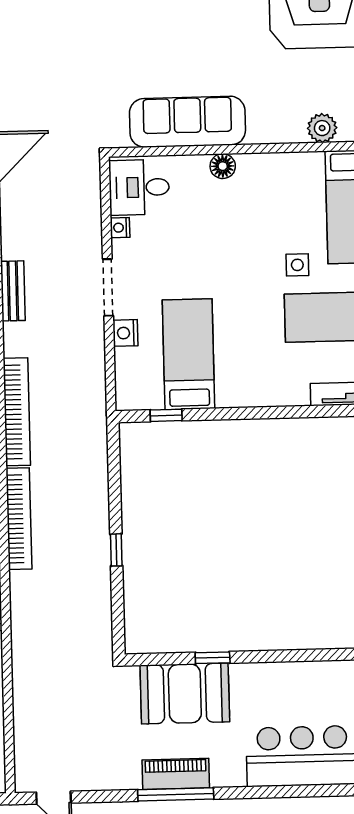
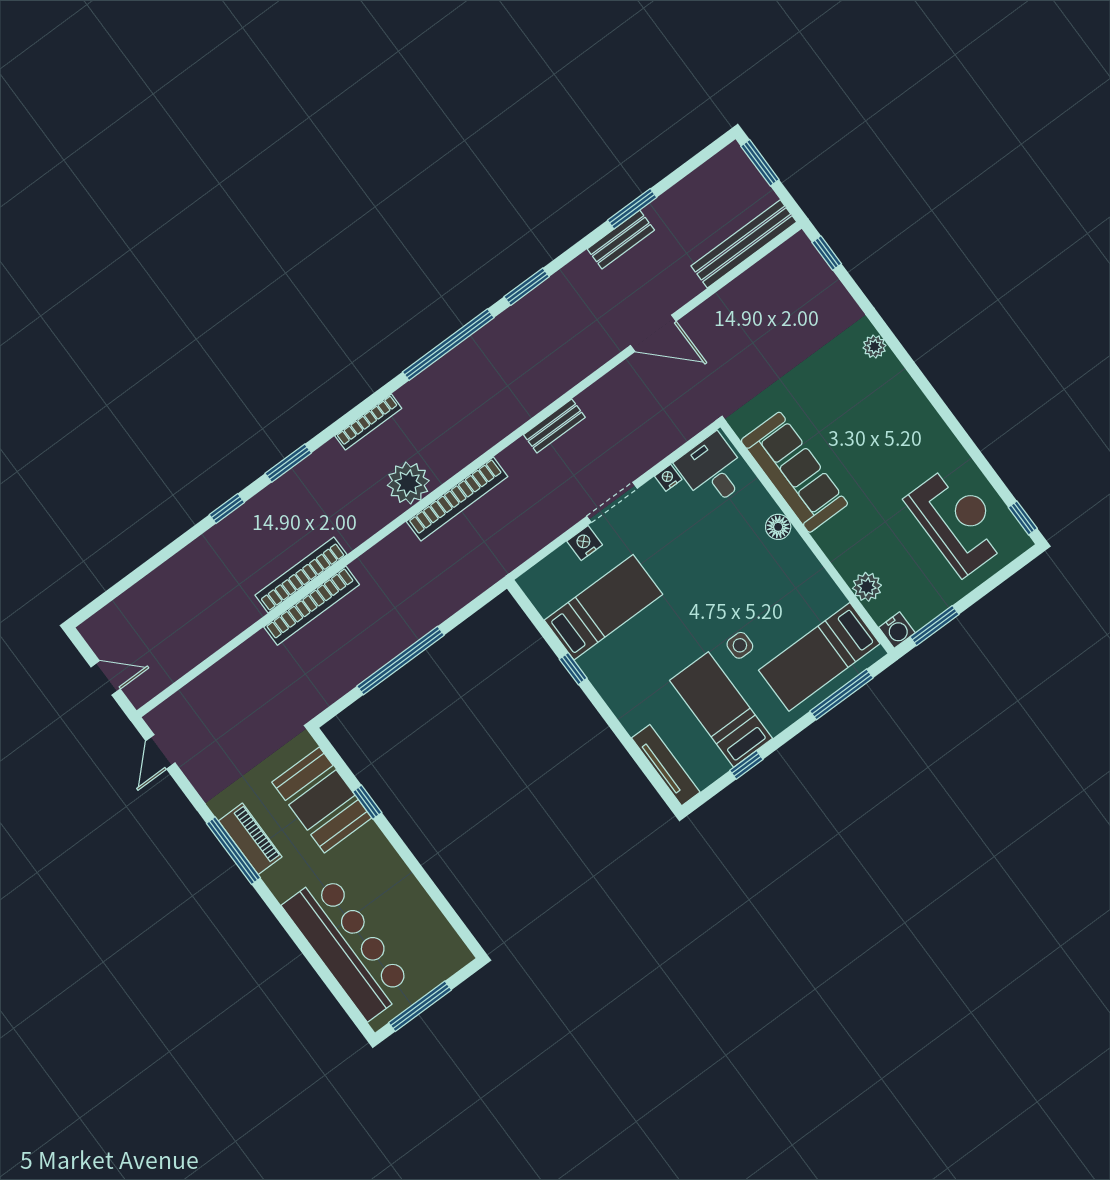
window: (166, 415) -> (573, 669), moved
bookcase: (19, 519) -> (312, 606), moved
window: (116, 550) -> (401, 661), width x3.17

